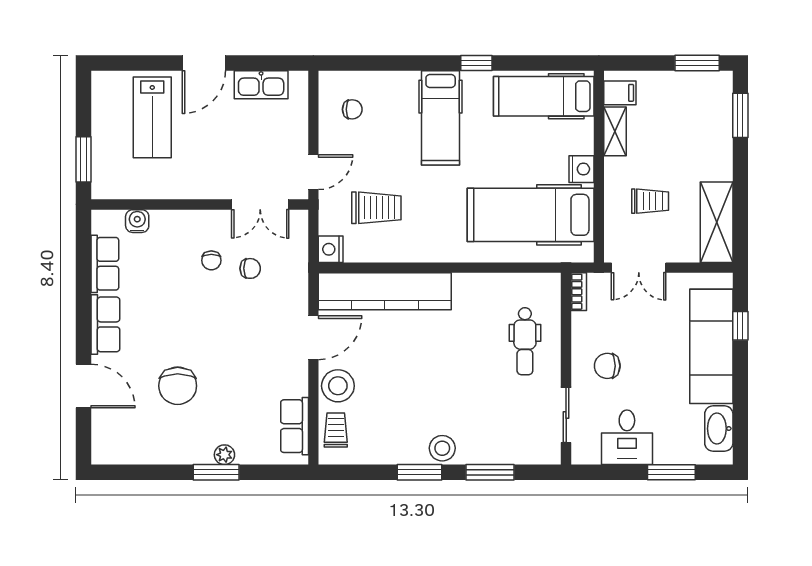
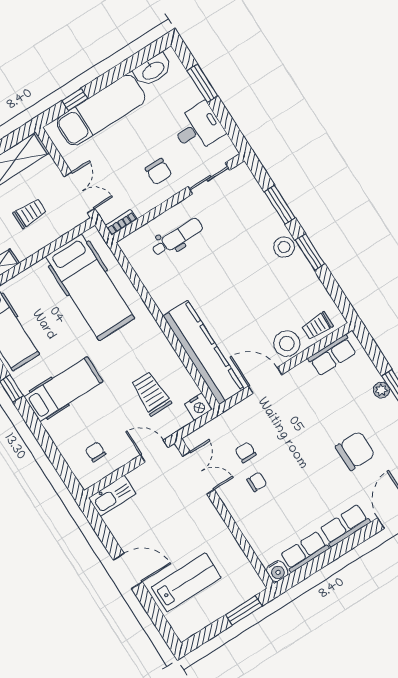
kitchen sink: (261, 85) -> (112, 496), moved, turned 90
nightstand: (581, 169) -> (38, 273), removed
trolley: (650, 201) -> (30, 213), turned 90
water cooler: (137, 221) -> (277, 571), moved, turned -90

